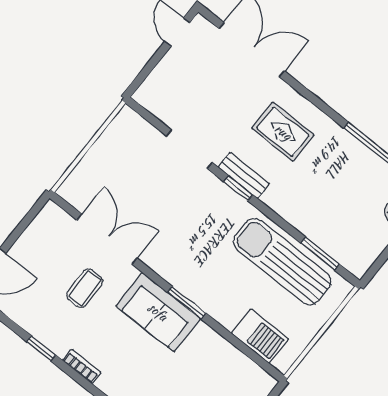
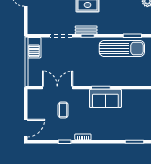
sun lounger: (282, 262) -> (122, 49), turned 180
sofa: (158, 312) -> (105, 98), moved
barbecue: (260, 336) -> (34, 48), moved, turned 90

